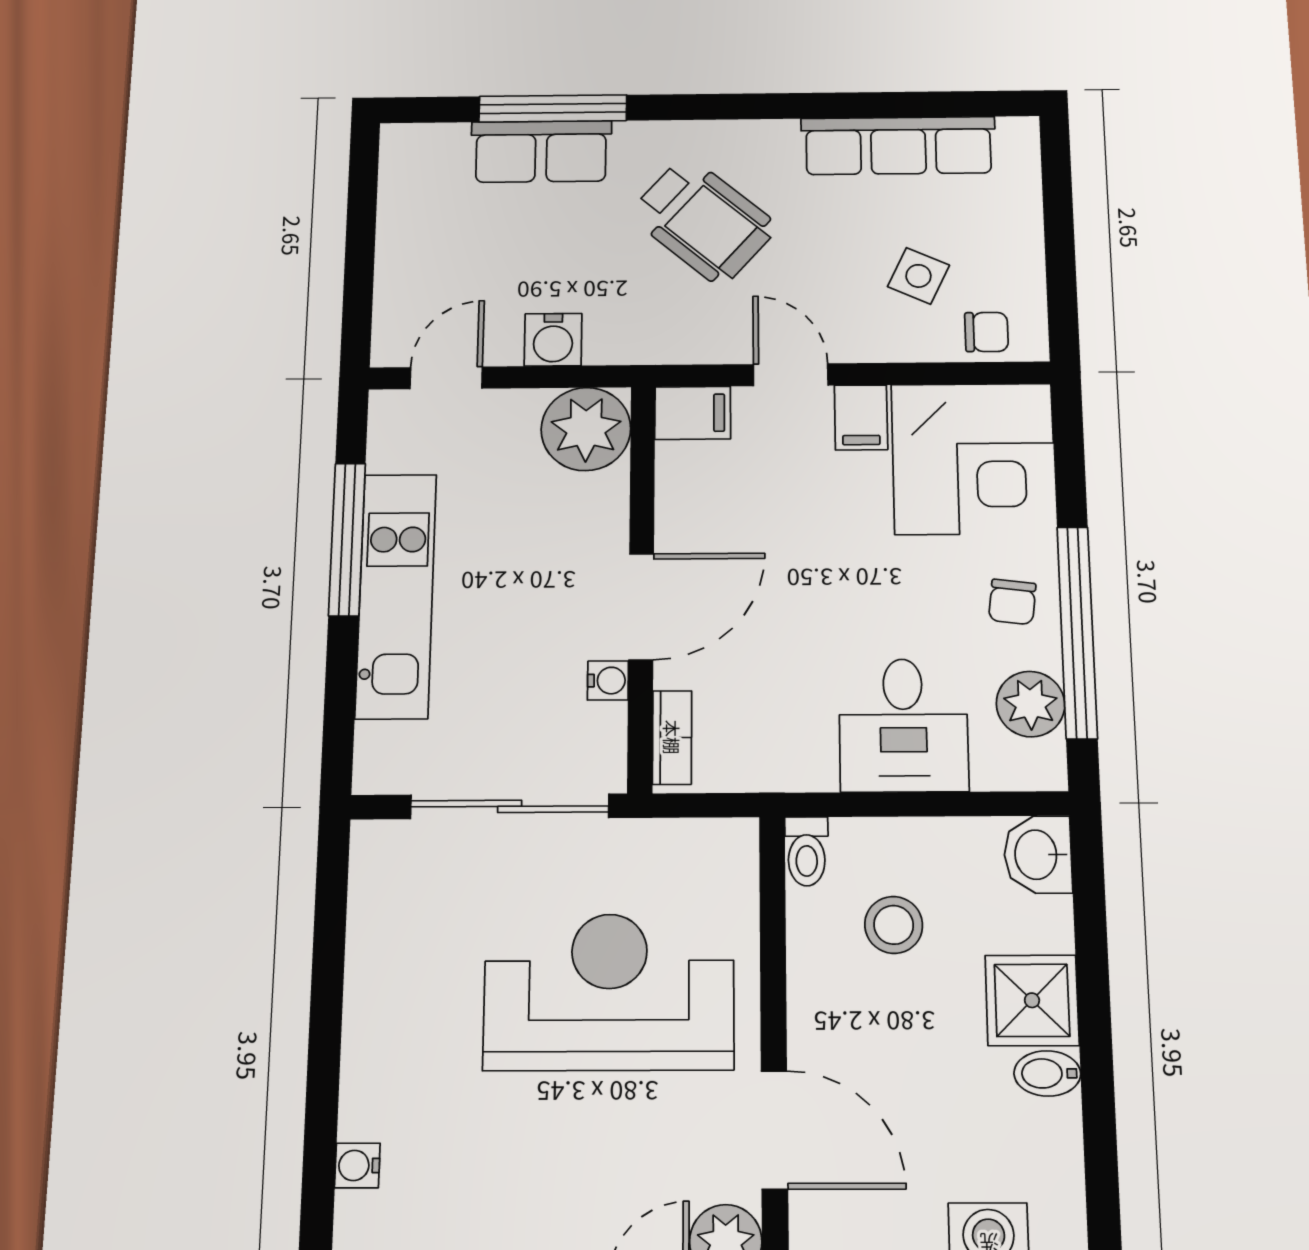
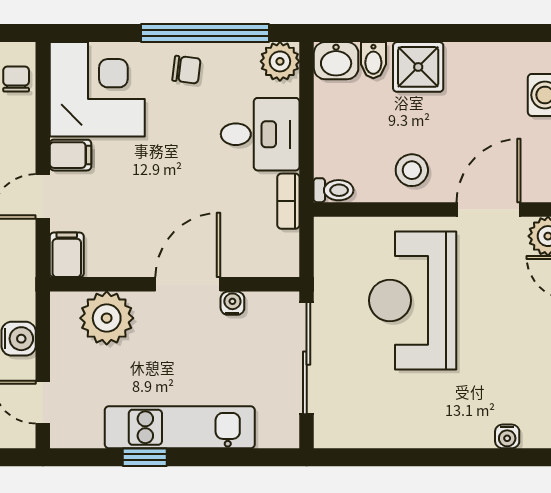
plant: (586, 429) -> (107, 318), moved
window: (347, 539) -> (145, 457), width x0.46
door: (641, 607) -> (188, 284), hinge flipped
plant: (1031, 704) -> (280, 61), moved
bookcase: (672, 737) -> (288, 201), moved, turned -90
stool: (894, 925) -> (412, 170), moved
bidet: (1047, 1073) -> (373, 60), moved

